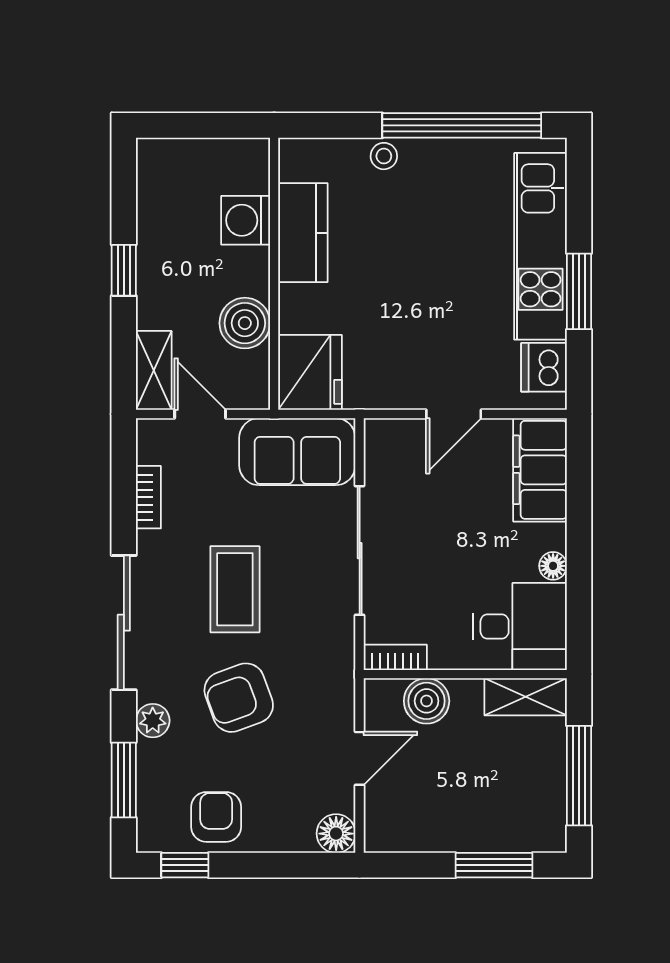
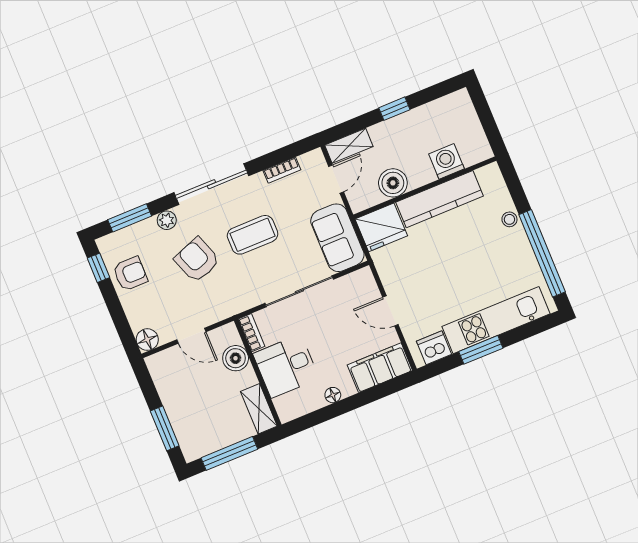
kitchen counter: (303, 233) -> (440, 199), width x1.50
desk: (520, 626) -> (286, 366), moved, turned 90

